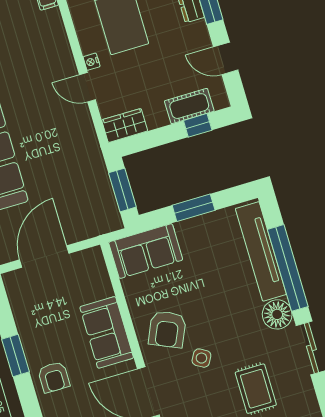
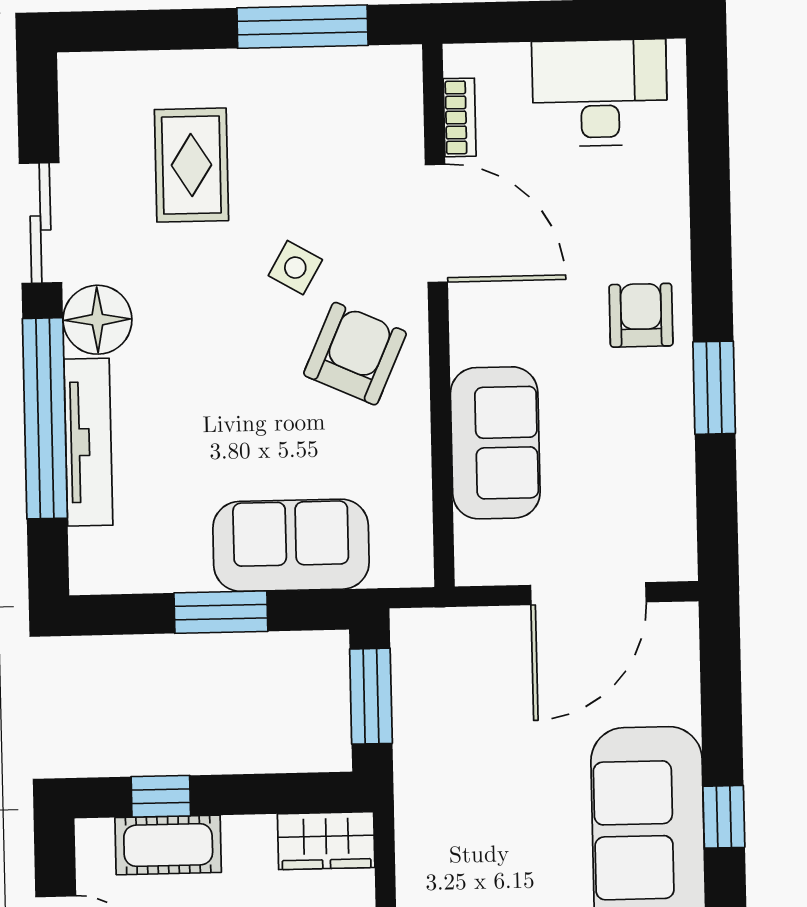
sofa: (146, 251) -> (291, 545), moved
tv unit: (261, 251) -> (88, 442), width x0.73, depth x0.78
sofa: (107, 332) -> (495, 443), moved

